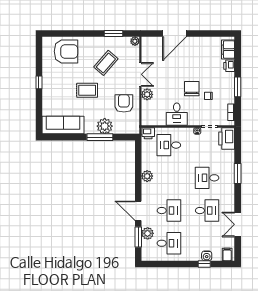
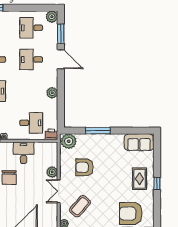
coffee table: (106, 63) -> (80, 206), moved
rug: (87, 90) -> (139, 179), moved, turned 90
armchair: (124, 103) -> (84, 167), moved, turned 90
sofa: (63, 125) -> (139, 142), width x0.73
plant: (105, 126) -> (69, 141), moved
plant: (148, 233) -> (52, 17), moved

